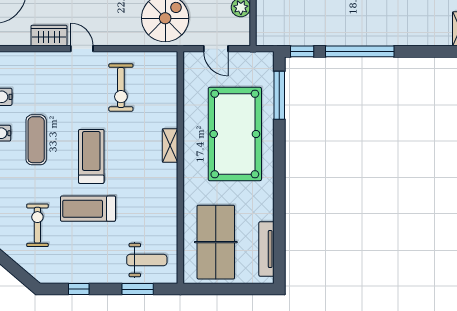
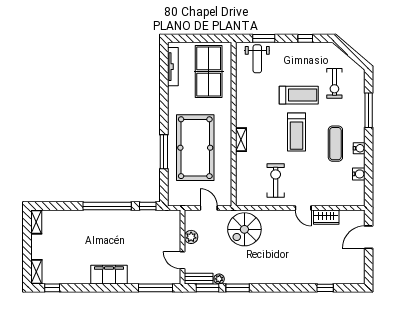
window: (279, 95) -> (164, 152), moved
weight bench: (147, 260) -> (257, 59), turned -90

